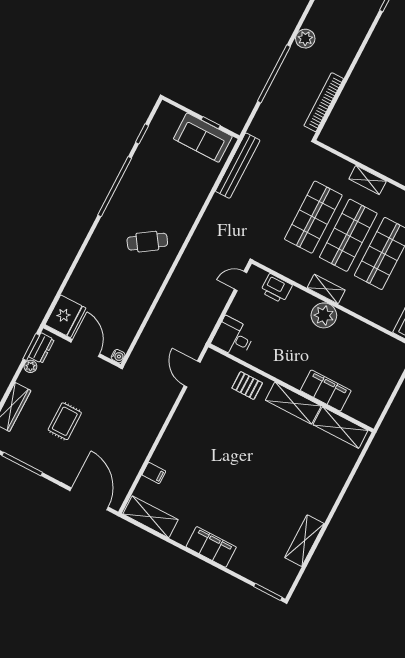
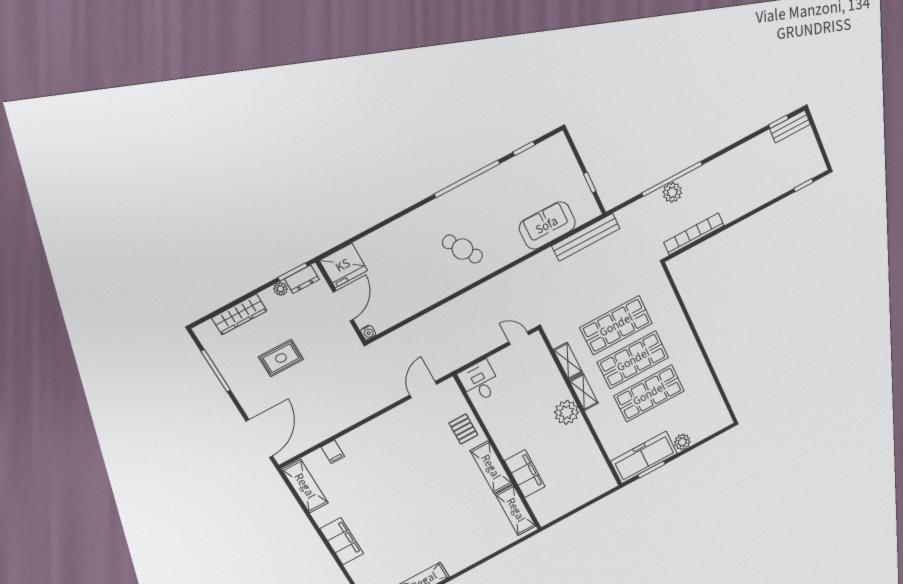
plant: (305, 39) -> (672, 192), moved
sofa: (203, 138) -> (547, 225), moved, turned 90
shelving: (368, 180) -> (568, 361), moved
printer: (276, 288) -> (544, 364), removed

